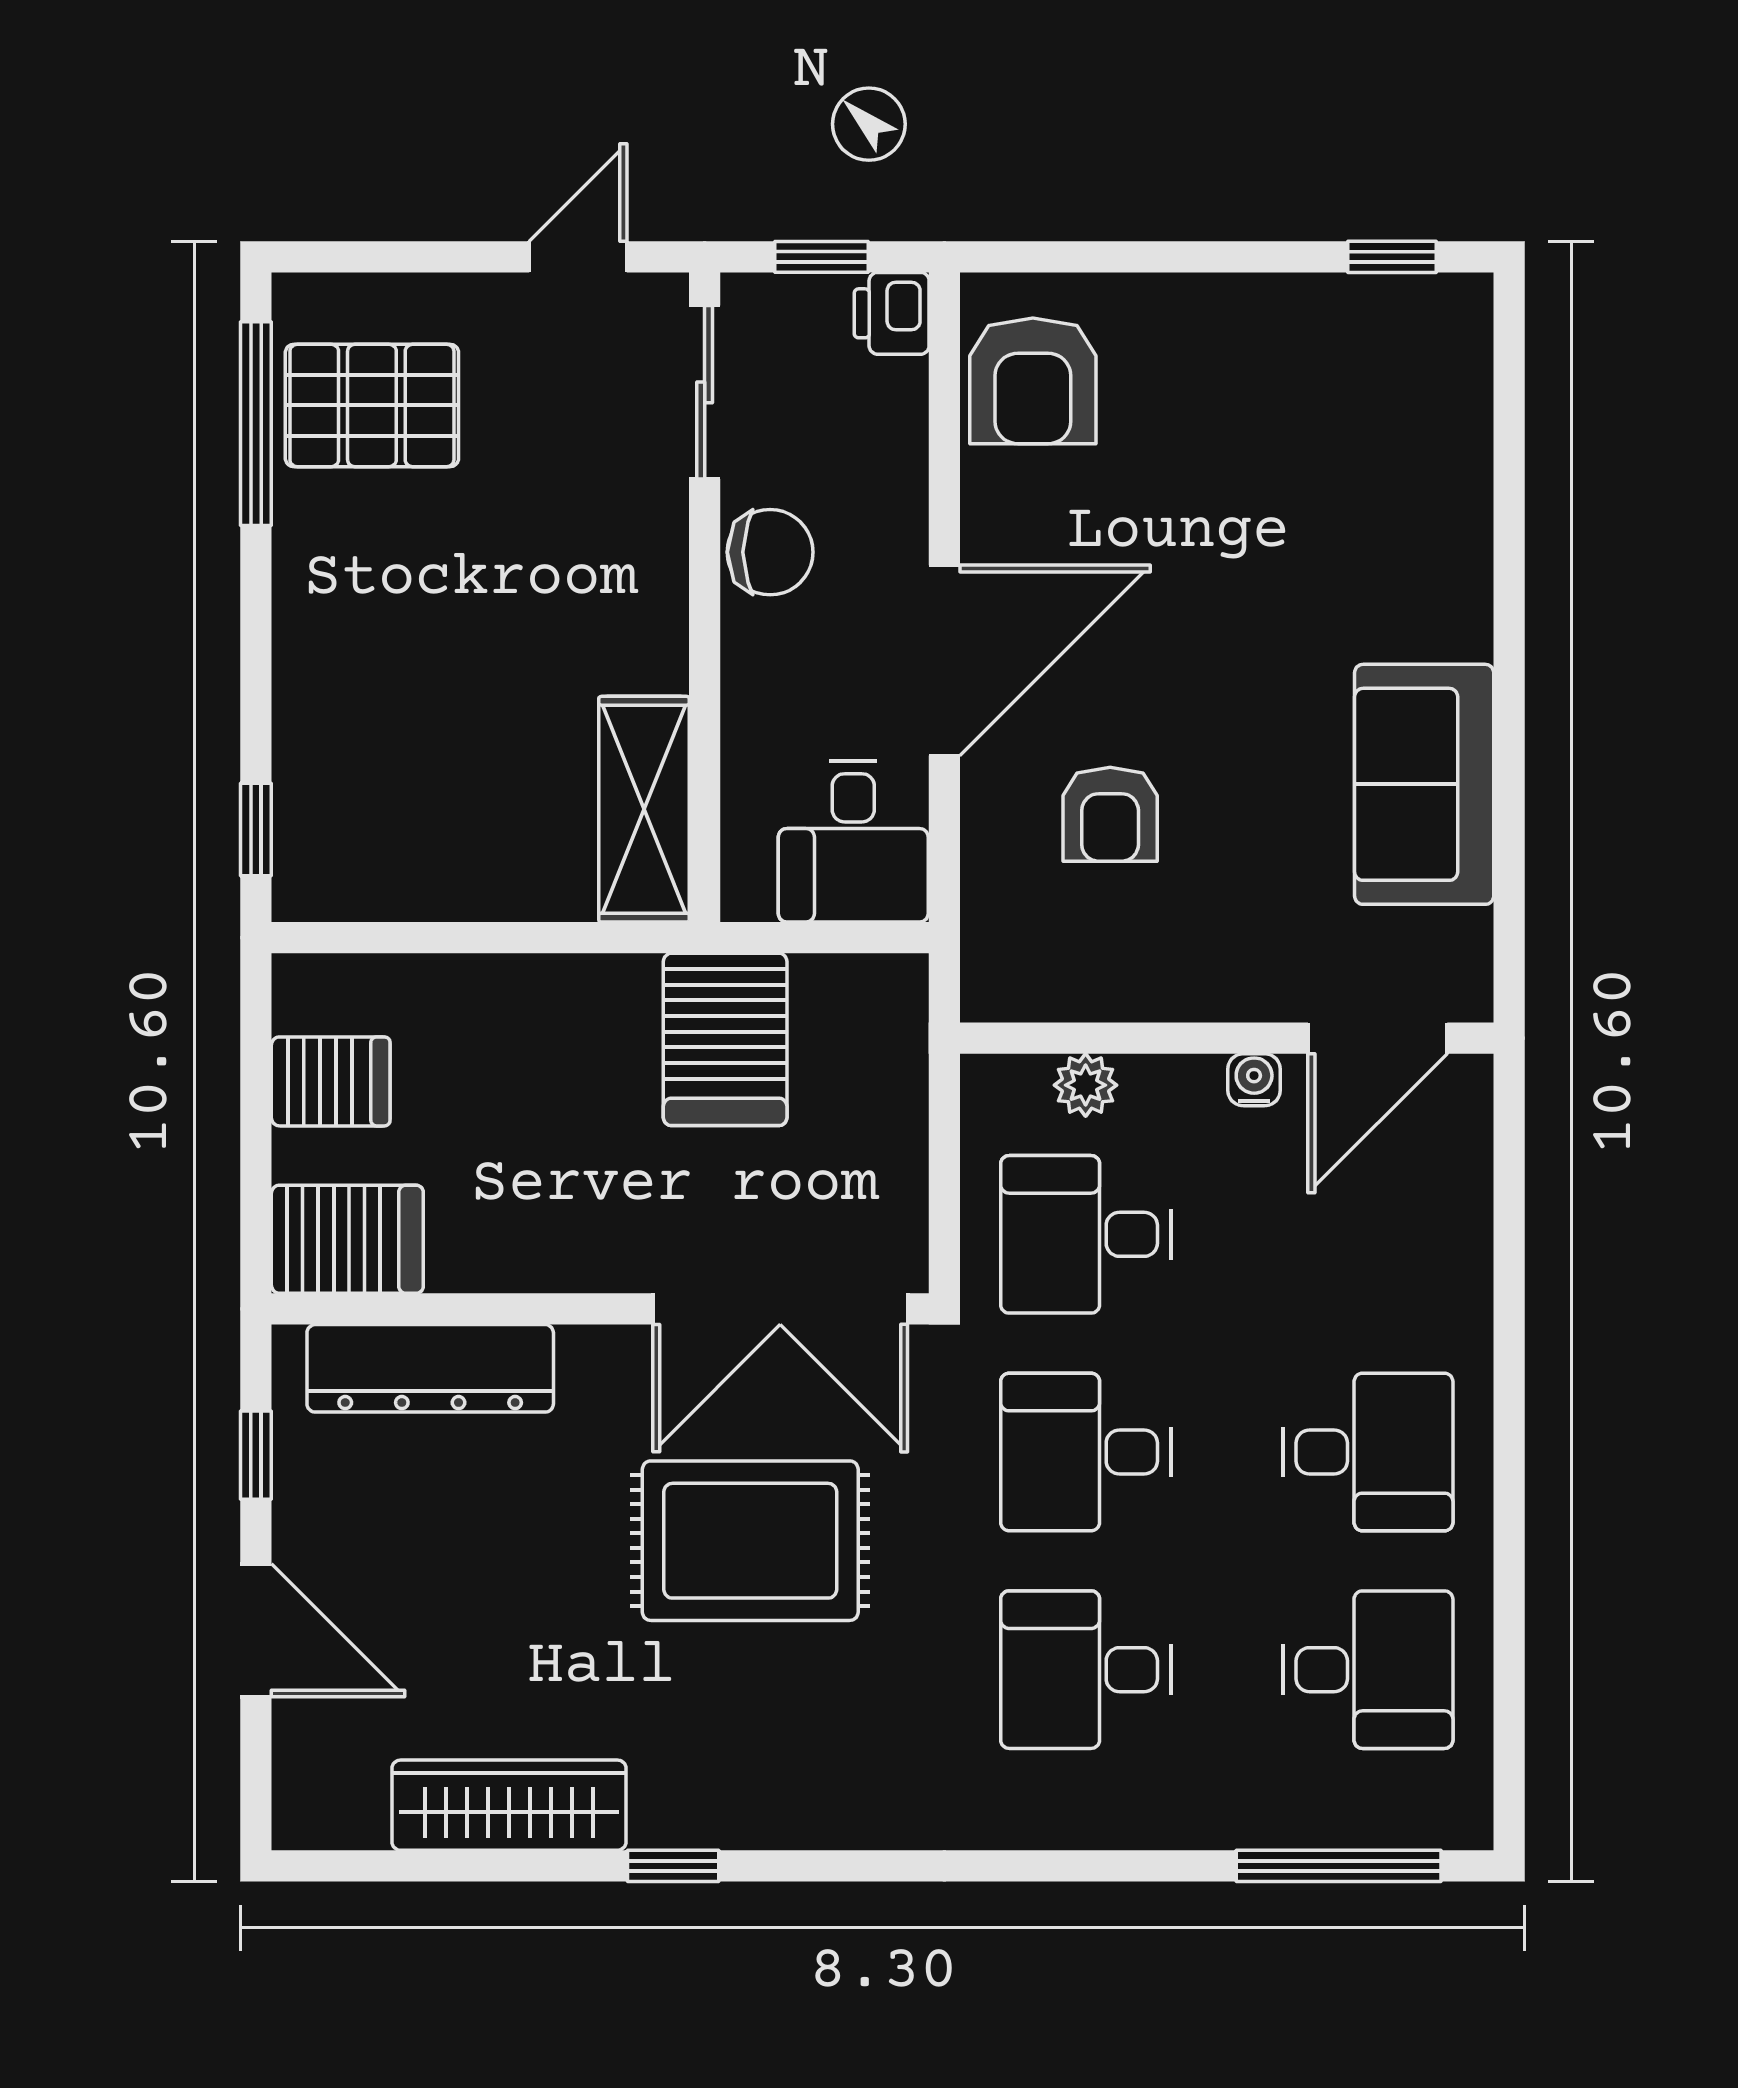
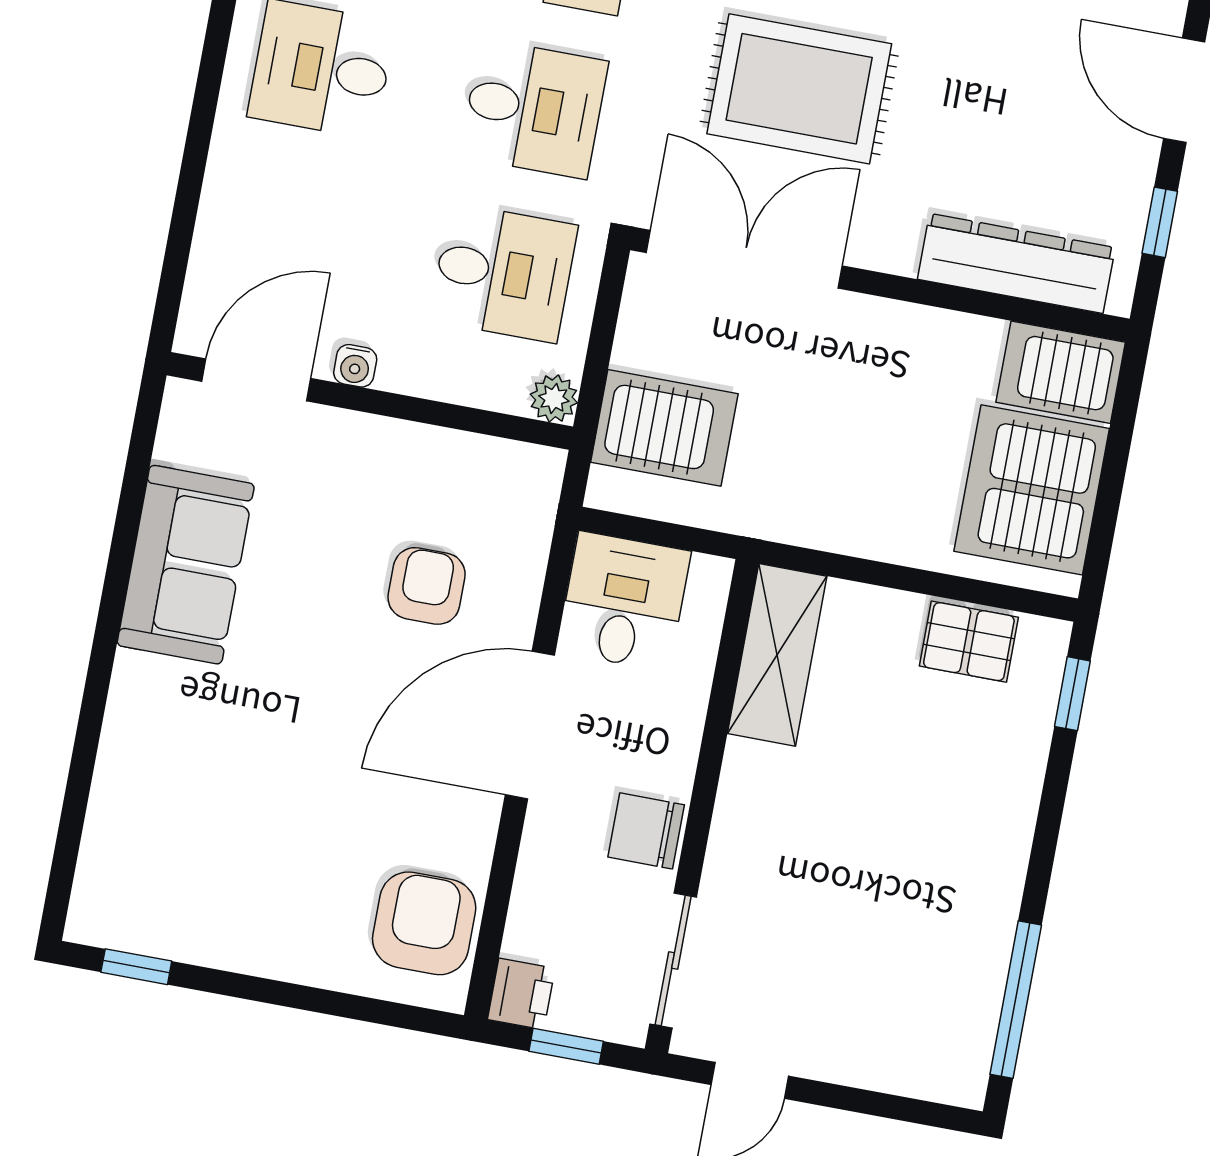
pallet: (372, 405) -> (969, 642), moved, width x0.67, depth x0.71
server rack: (725, 1039) -> (664, 428), moved, turned 90
server rack: (331, 1081) -> (1032, 490), width x2.18, depth x1.44
plant: (1086, 1085) -> (554, 398), moved

